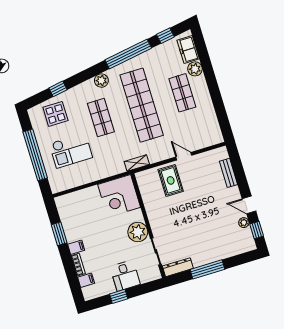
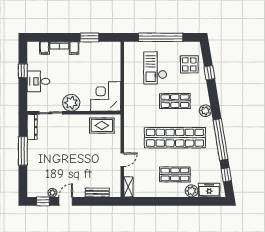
shelving: (137, 163) -> (128, 187), moved
rug: (171, 180) -> (102, 126), moved

